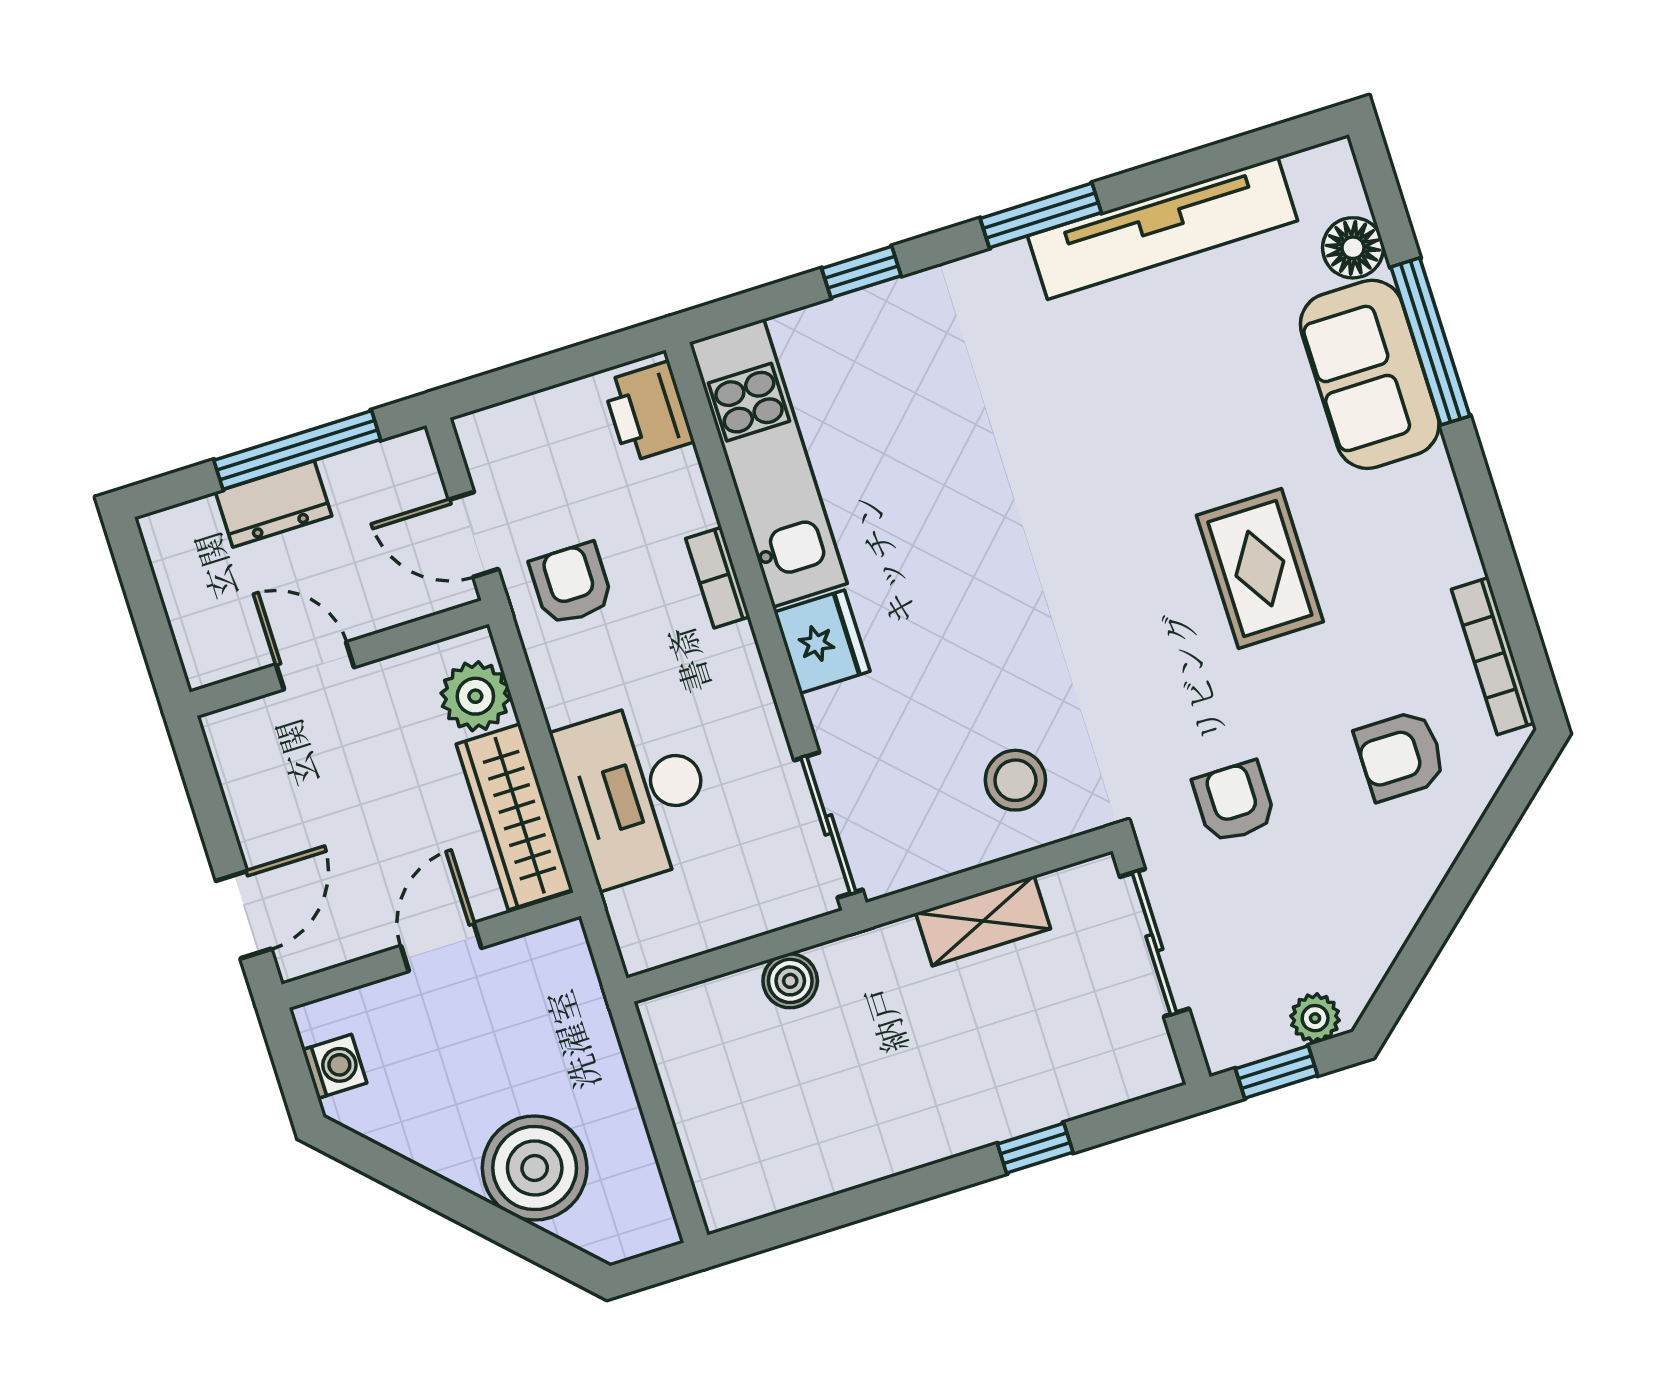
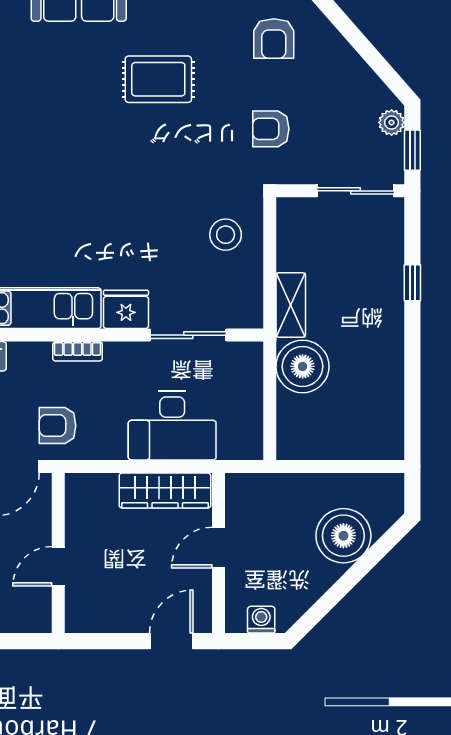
plant: (475, 696) -> (99, 491), removed
sliding door: (828, 825) -> (188, 335), moved
door: (244, 915) -> (171, 641), hinge flipped
shelving: (983, 921) -> (291, 305), moved
sliding door: (1154, 943) -> (356, 191), moved
door: (441, 947) -> (218, 548), hinge flipped
boiler: (790, 981) -> (303, 366), width x1.86, depth x1.86

